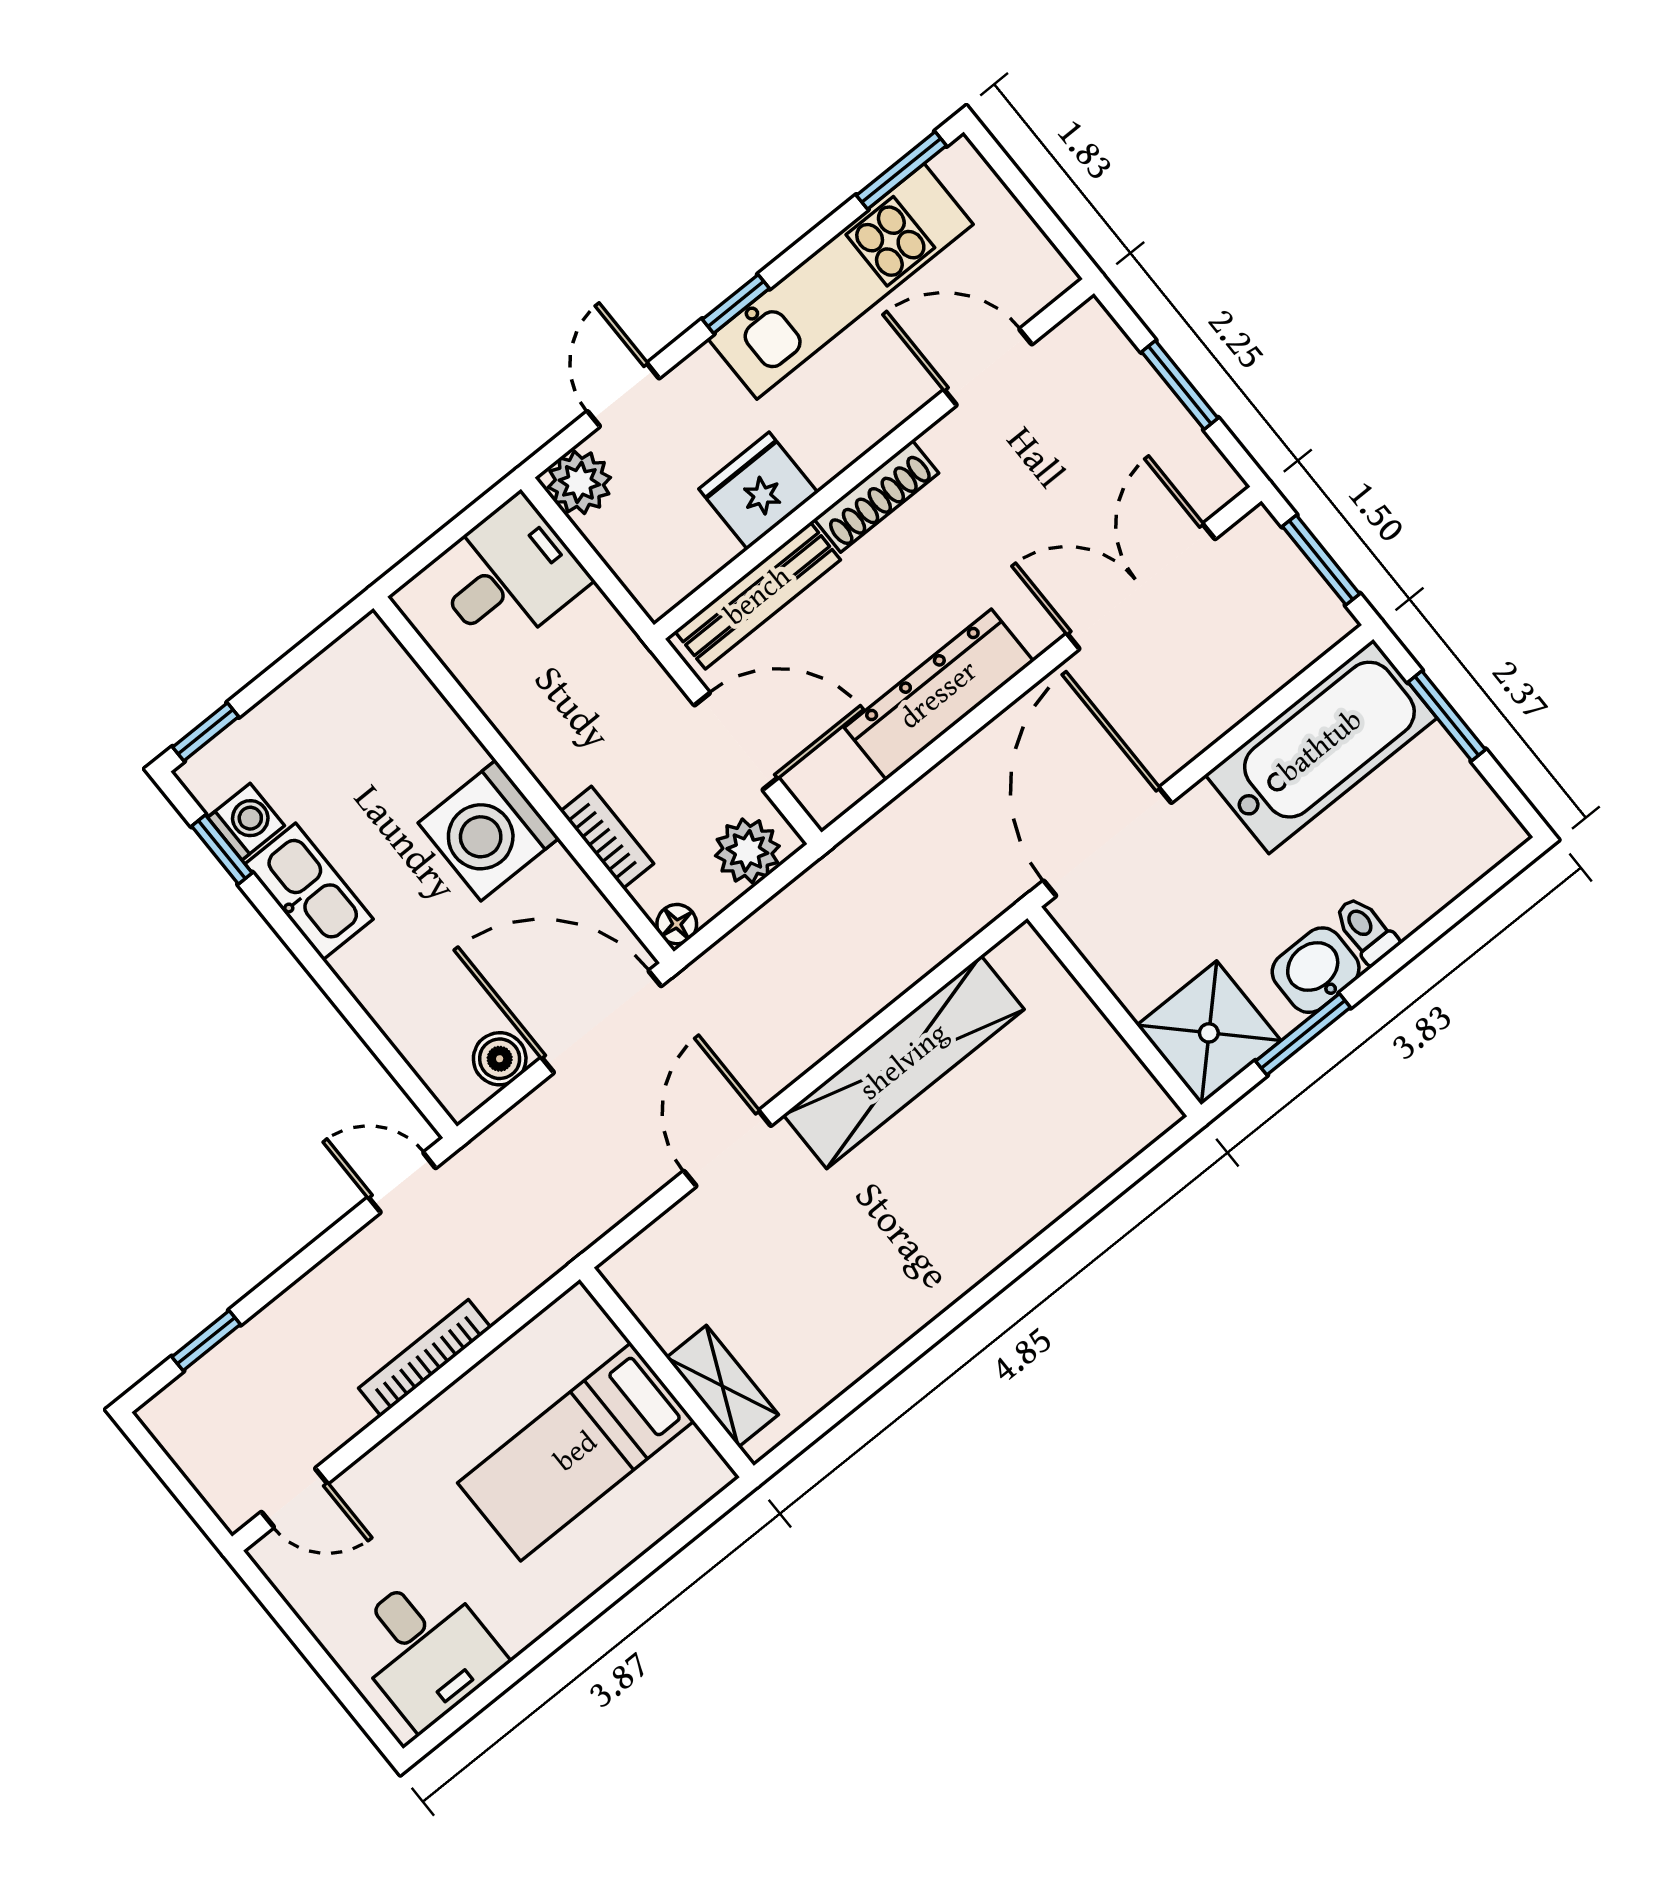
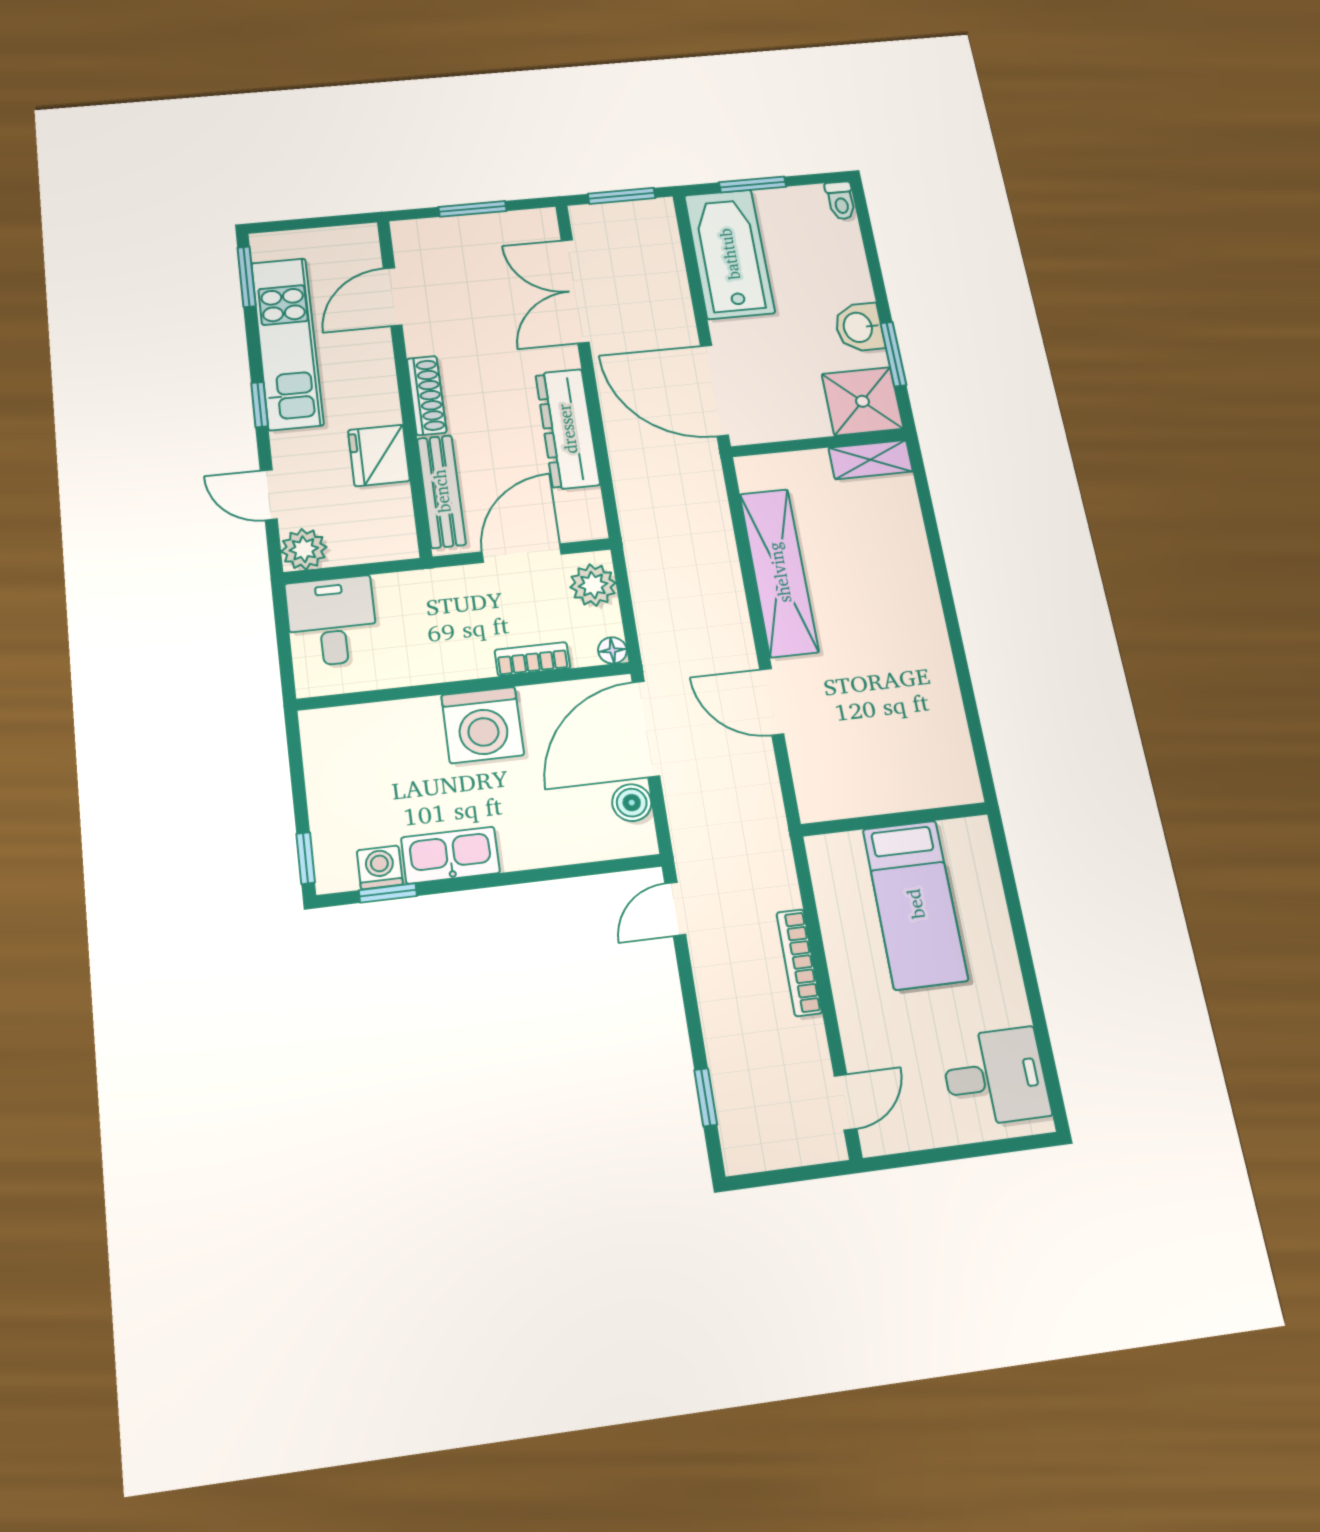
toilet: (1366, 930) -> (841, 200), moved, turned -90
shelving: (722, 1386) -> (871, 460), moved

